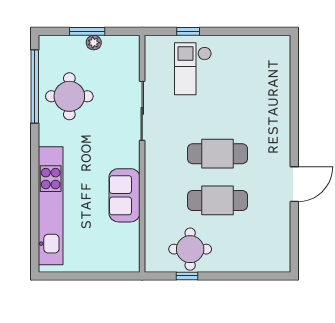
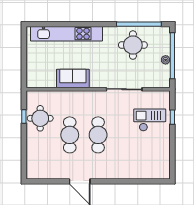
window: (87, 31) -> (172, 56), width x2.11

